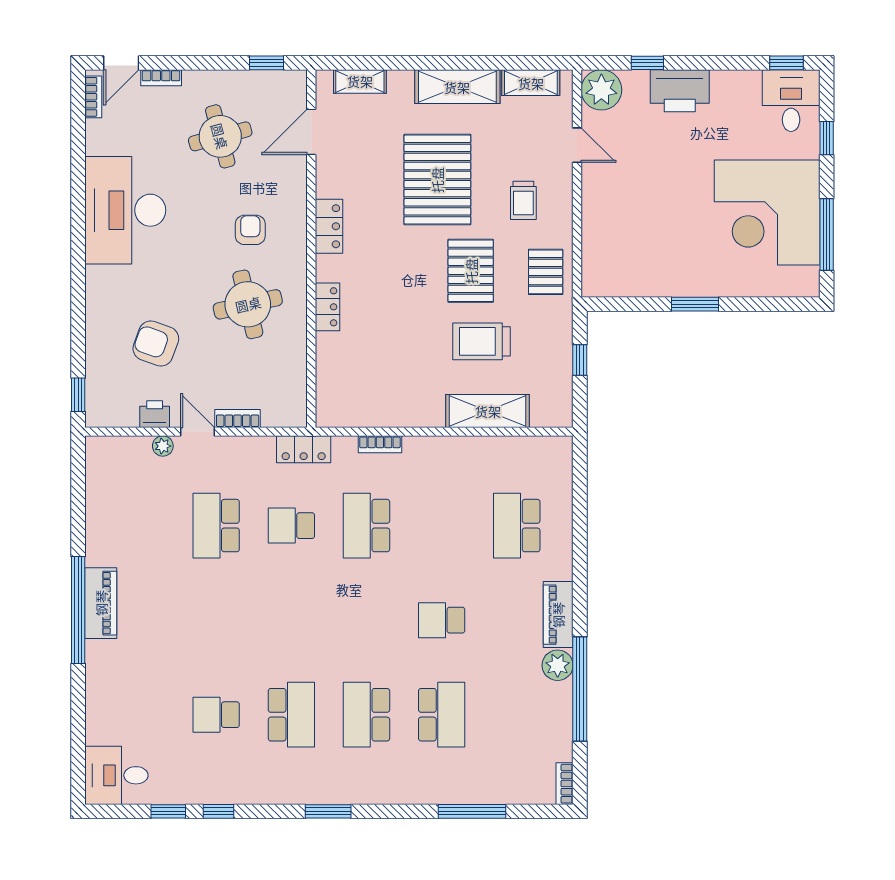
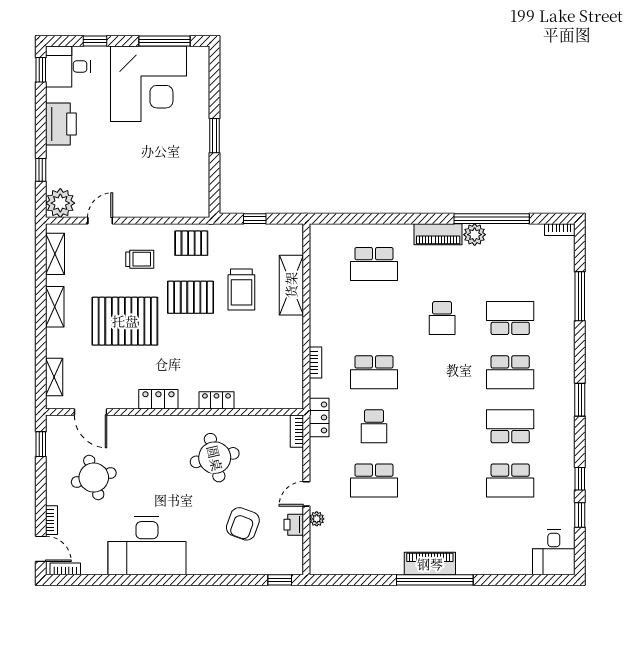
shelving: (457, 87) -> (55, 307), width x0.67, depth x0.75
printer: (680, 91) -> (61, 124), moved
armchair: (250, 230) -> (161, 456), removed
bookcase: (238, 419) -> (297, 431), moved
school desk: (216, 715) -> (510, 480), width x1.85

